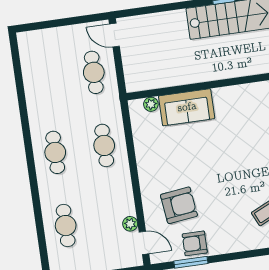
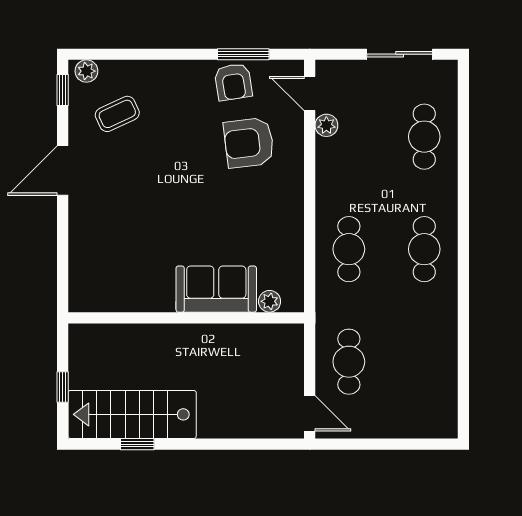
armchair: (195, 243) -> (233, 82), turned 81

